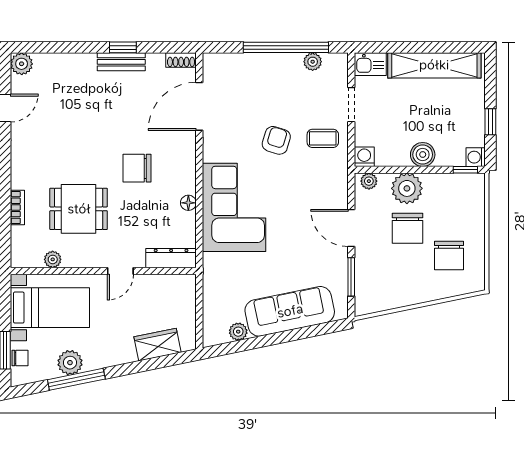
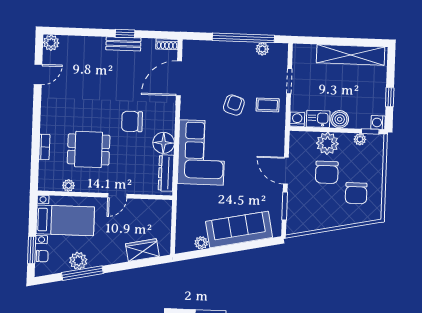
kitchen sink: (370, 64) -> (318, 119), moved, turned 180
plant: (369, 181) -> (360, 139), moved
floor lamp: (188, 203) -> (164, 143), width x1.89, depth x1.89
dresser: (171, 258) -> (166, 173), moved, turned -90

